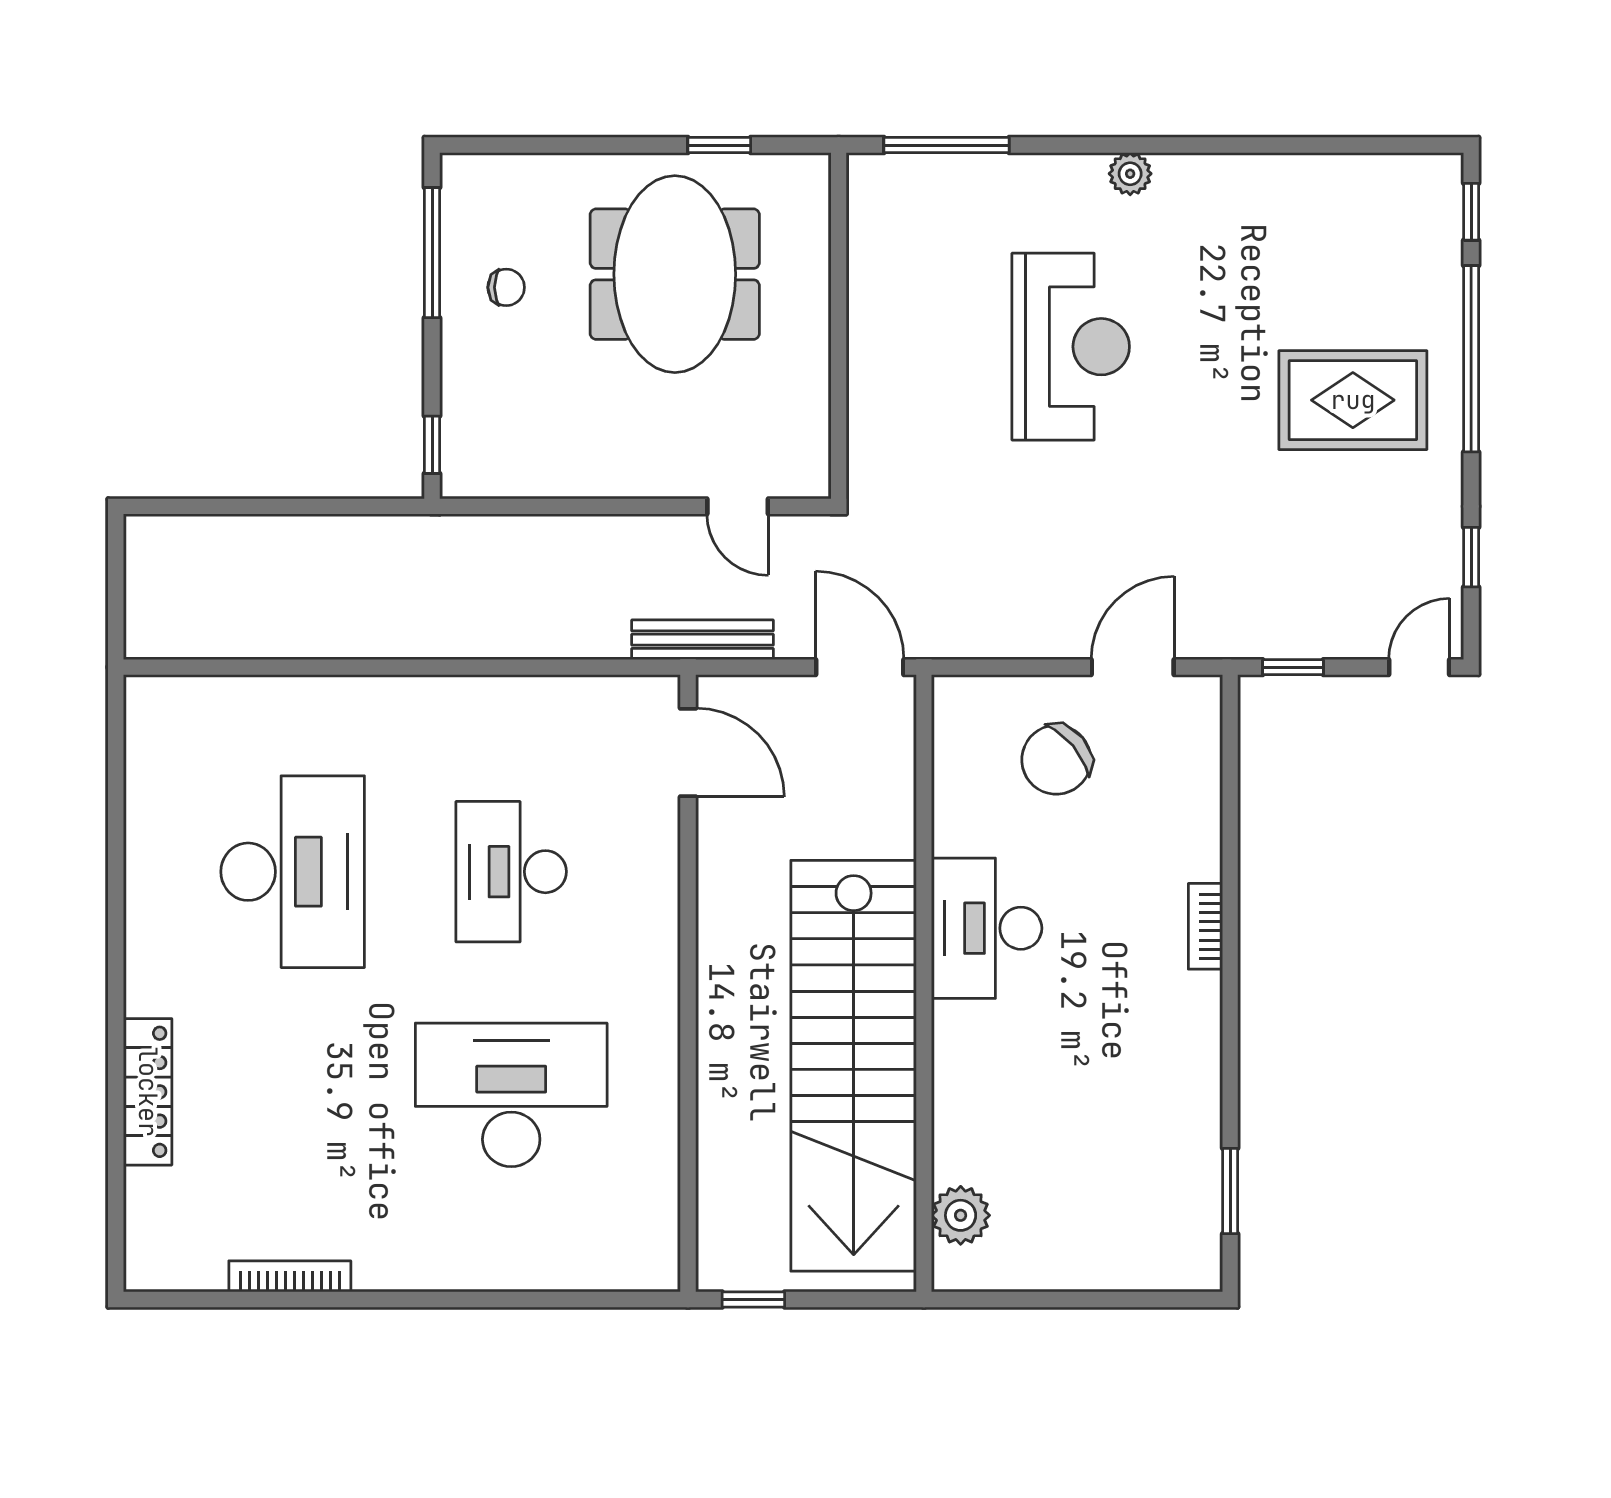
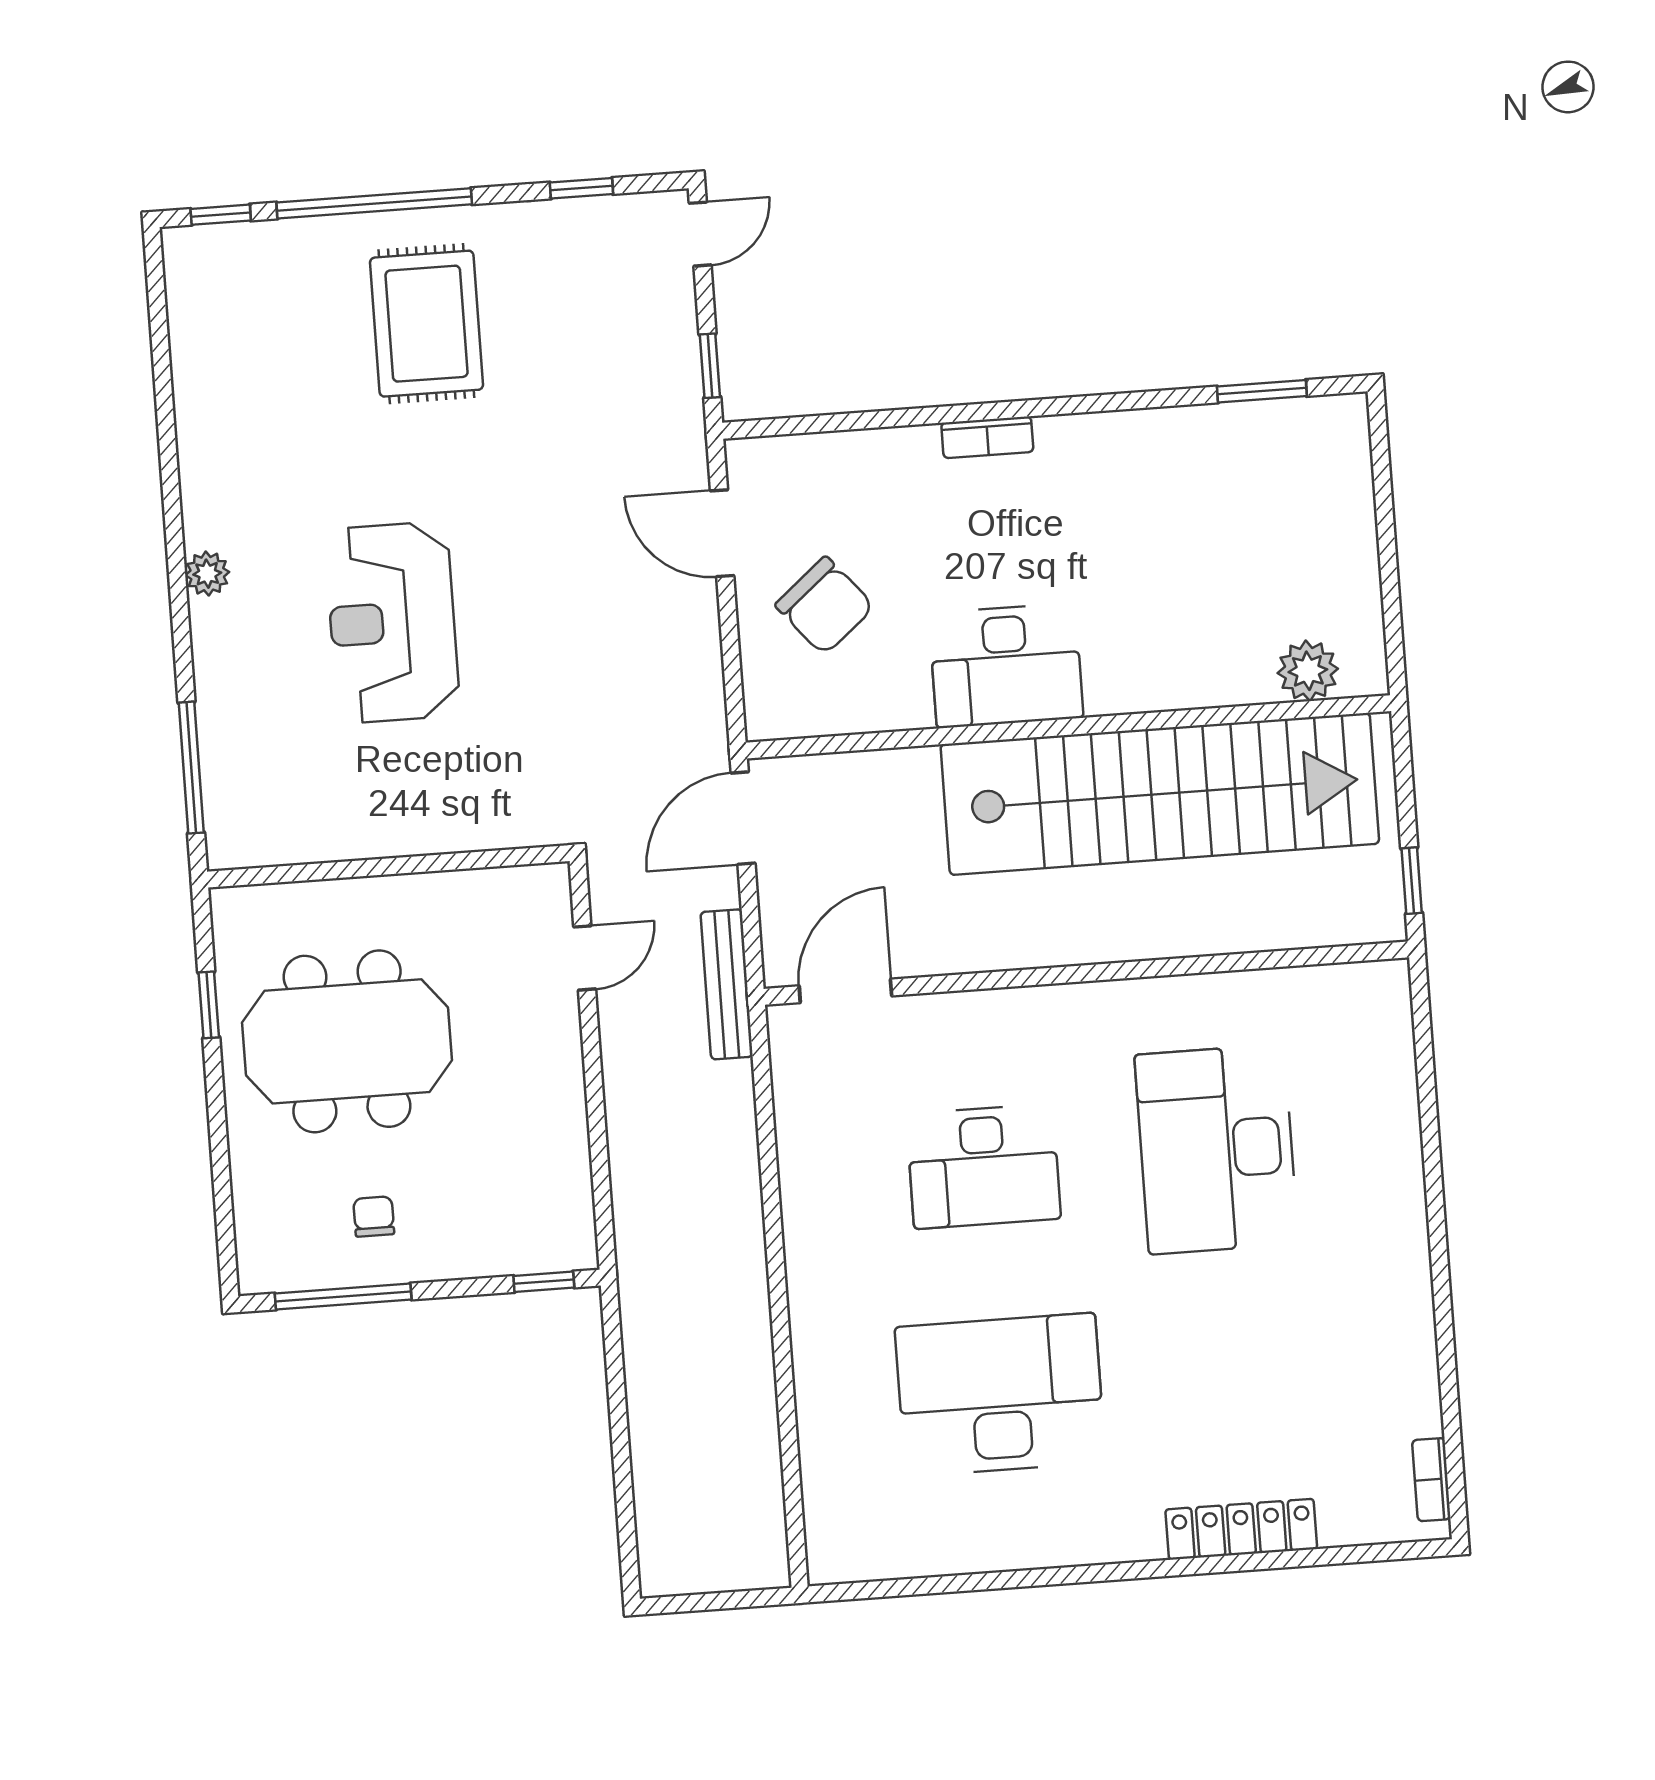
reception desk: (1071, 347) -> (392, 622), turned -90
door: (1419, 667) -> (700, 234), swing flipped
bookcase: (290, 1276) -> (1431, 1480), moved, width x0.64

